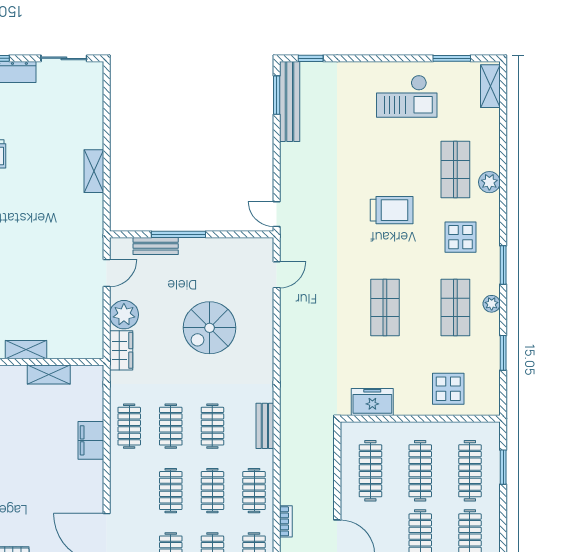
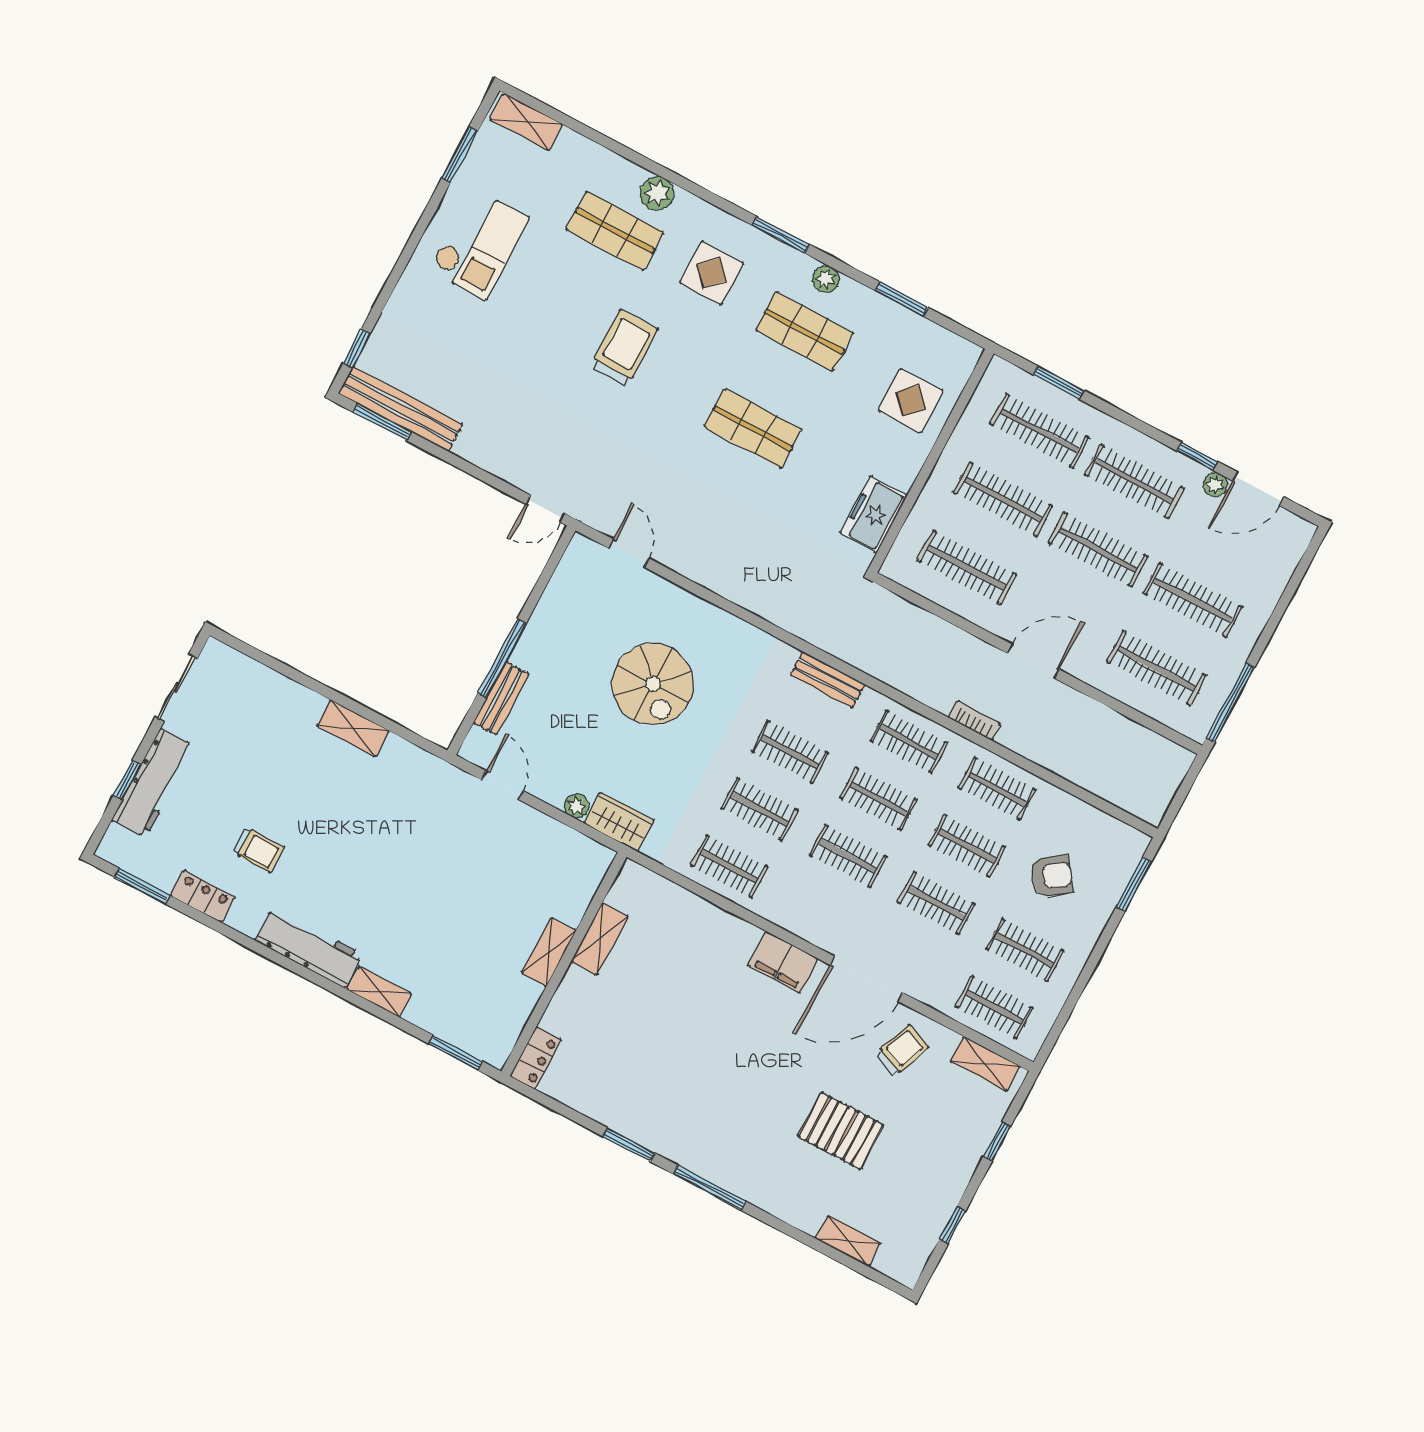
plant: (124, 315) -> (577, 806), width x0.53, depth x0.53
filing cabinet: (91, 440) -> (783, 962), moved

